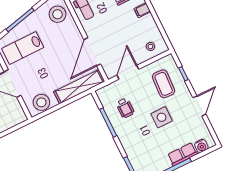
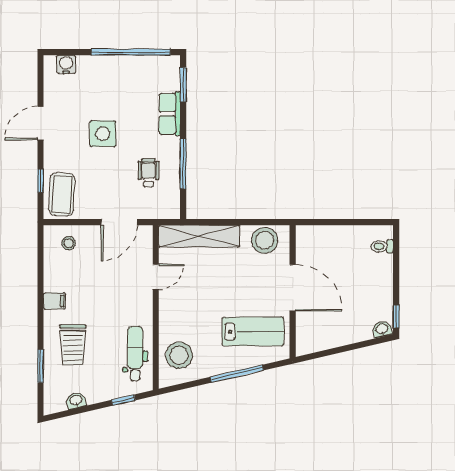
door: (92, 52) -> (156, 277), width x0.53
coffee table: (164, 84) -> (62, 194), moved
row of seats: (182, 154) -> (170, 114), moved, turned 90

